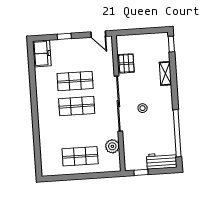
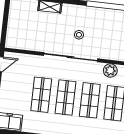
pallet: (126, 63) -> (33, 42), removed
shop shelf: (78, 131) -> (90, 100), added

